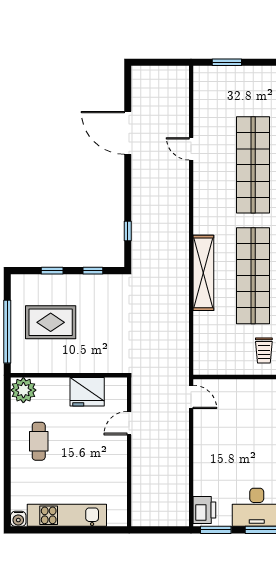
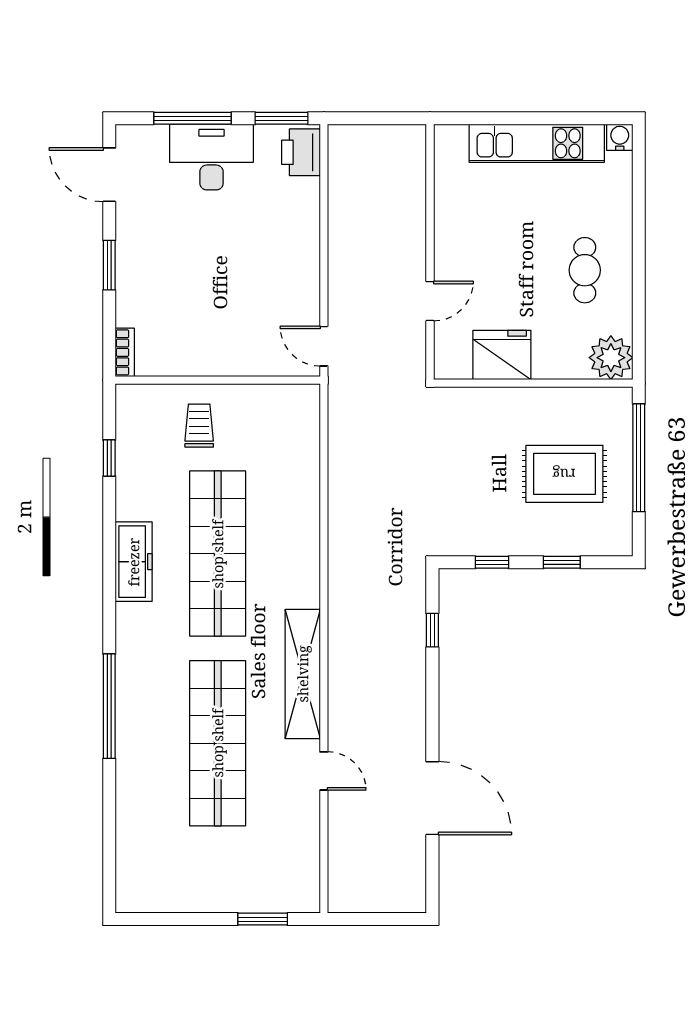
shelving: (203, 273) -> (303, 674), moved

